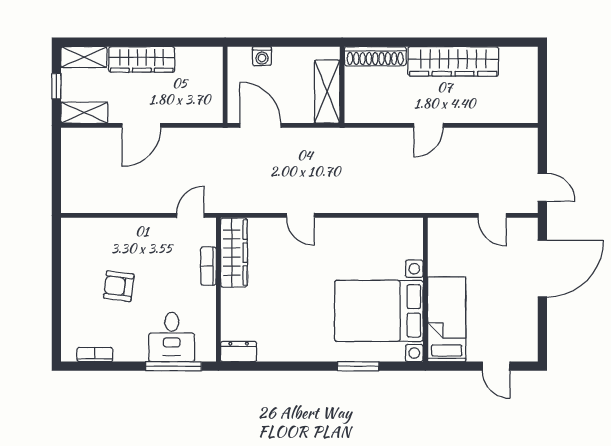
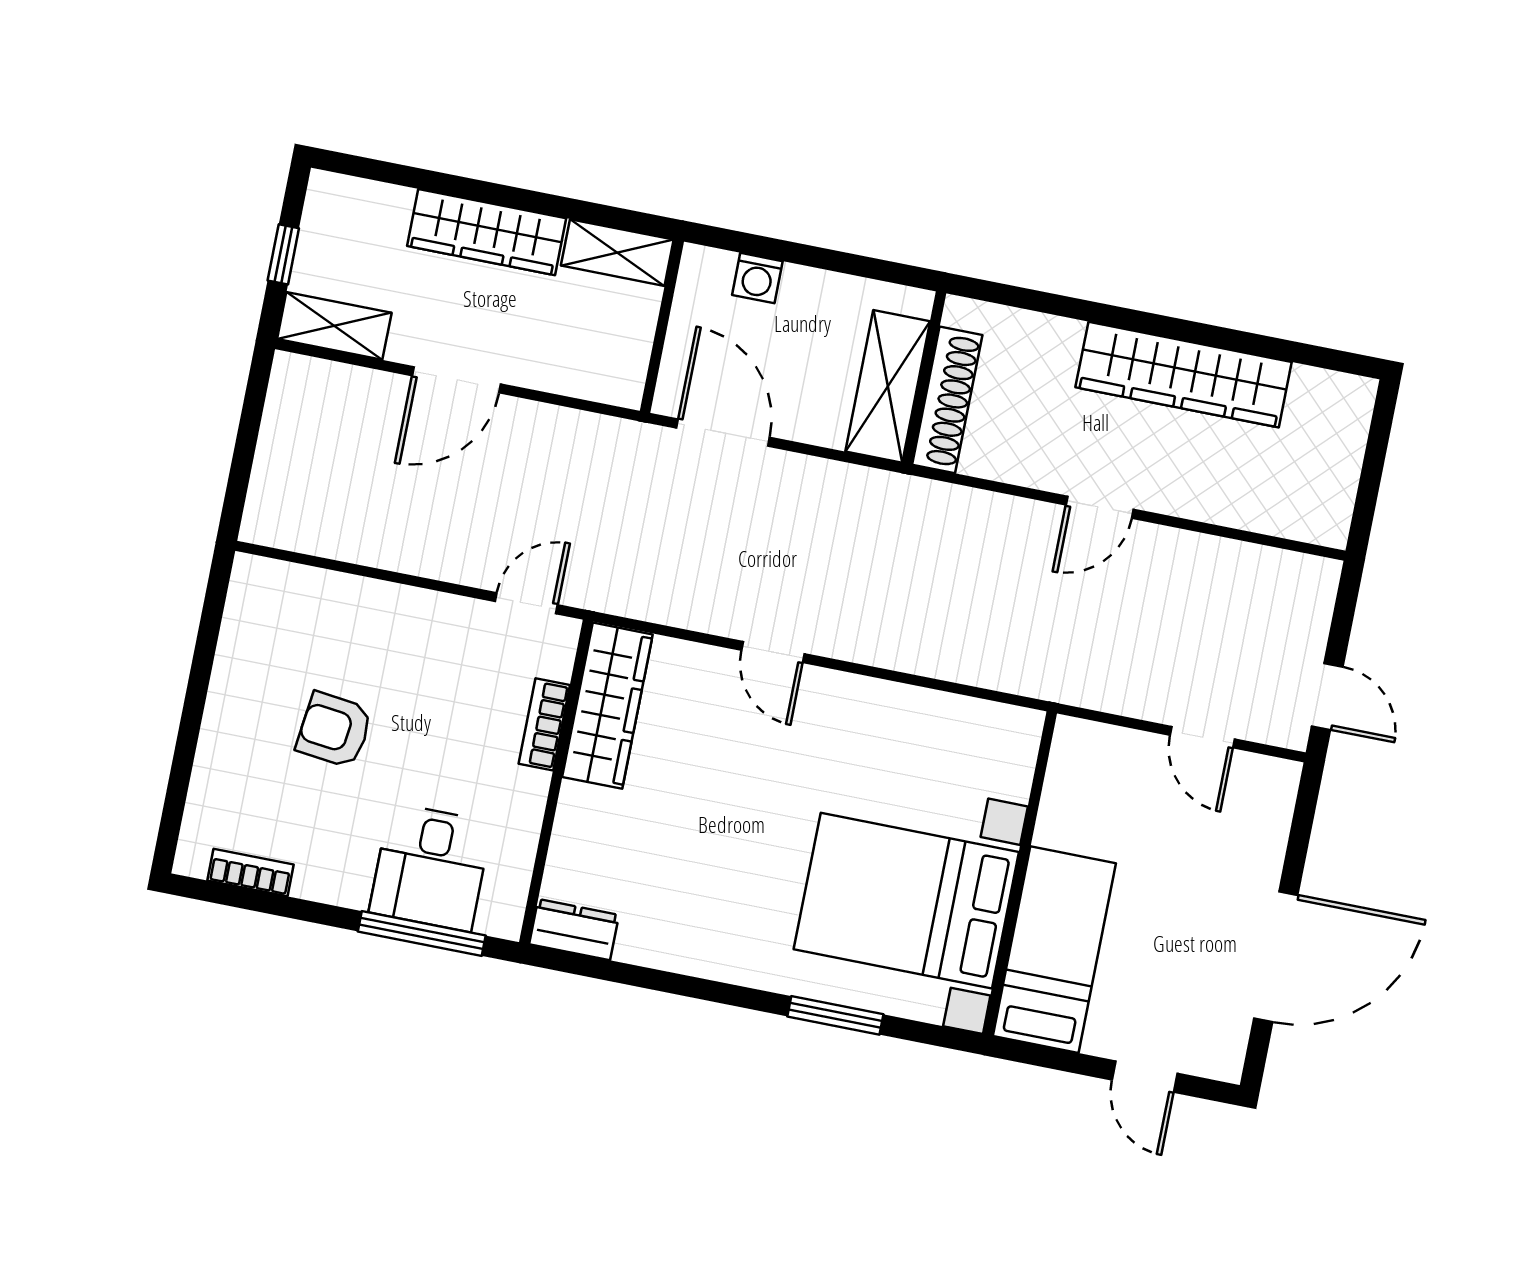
shoe rack: (375, 56) -> (947, 400), moved, turned -90
shelving: (84, 57) -> (617, 253), moved
door: (542, 269) -> (1276, 957), moved

